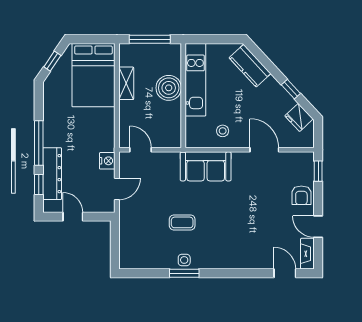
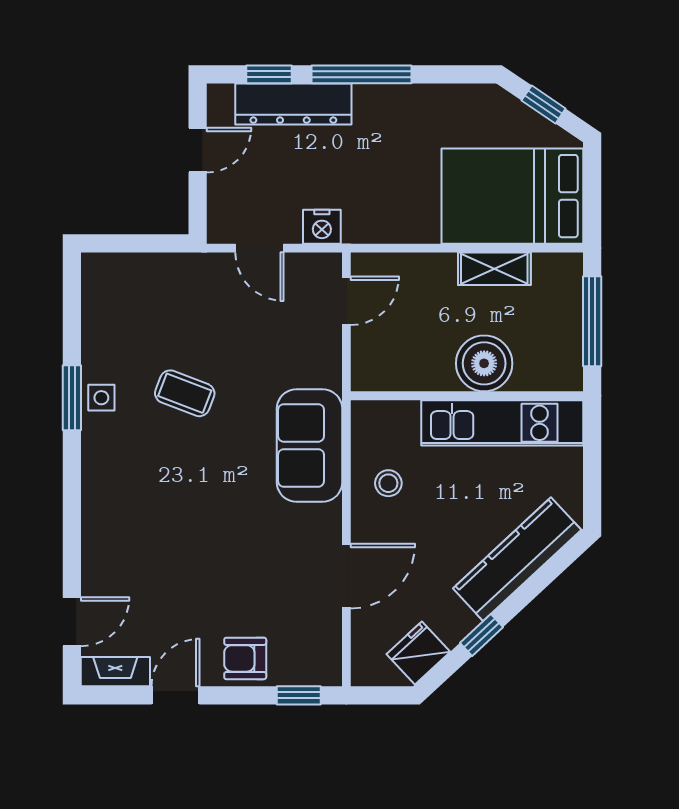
kitchen counter: (250, 66) -> (517, 559), width x1.50
coffee table: (182, 222) -> (185, 393), turned -69

